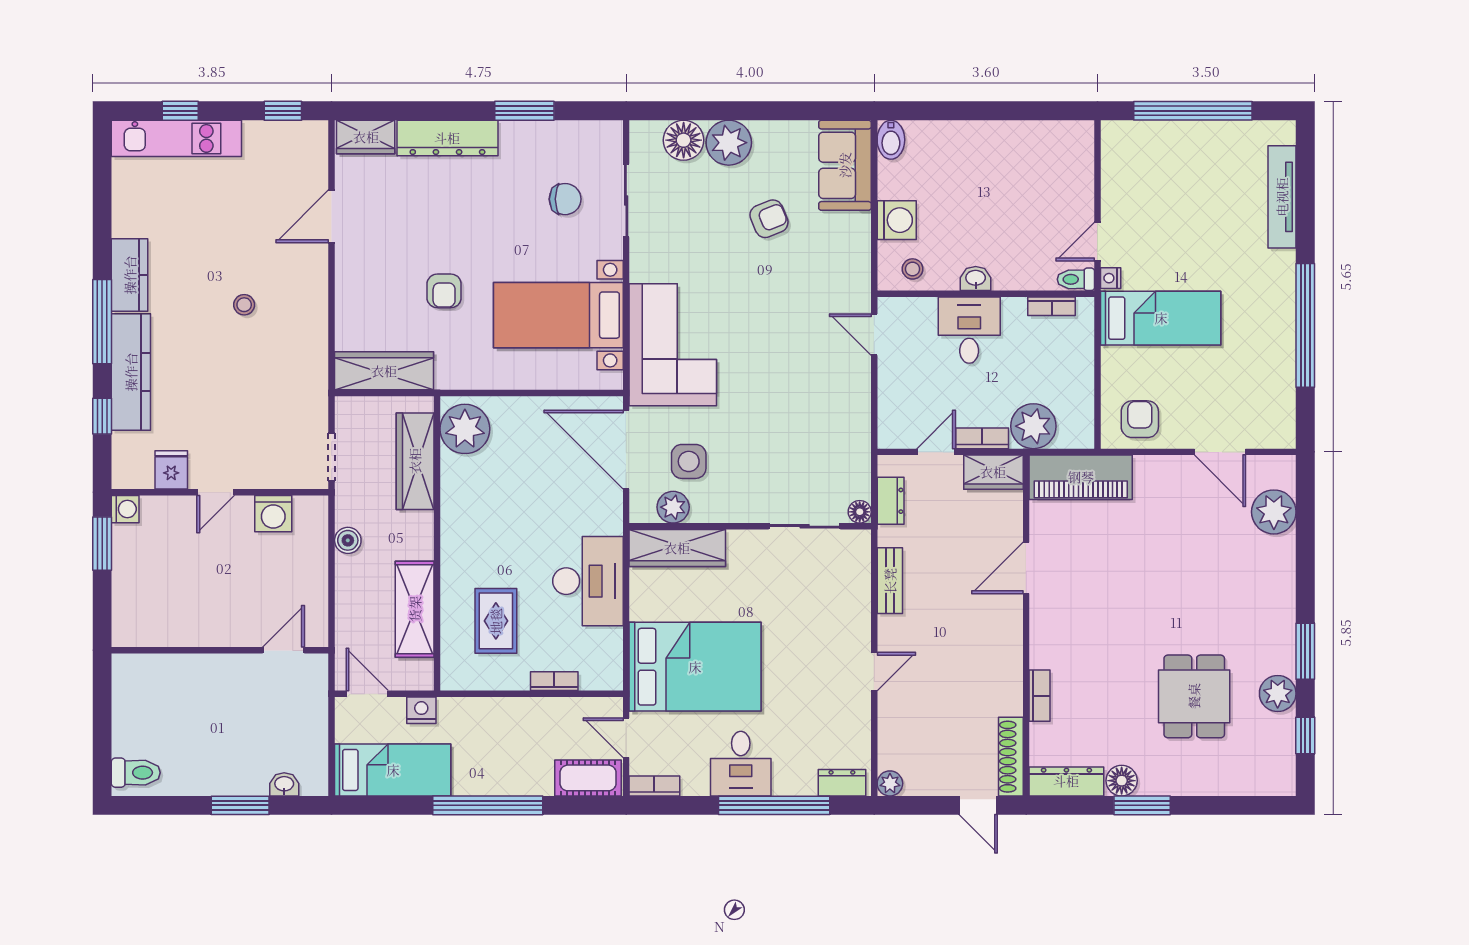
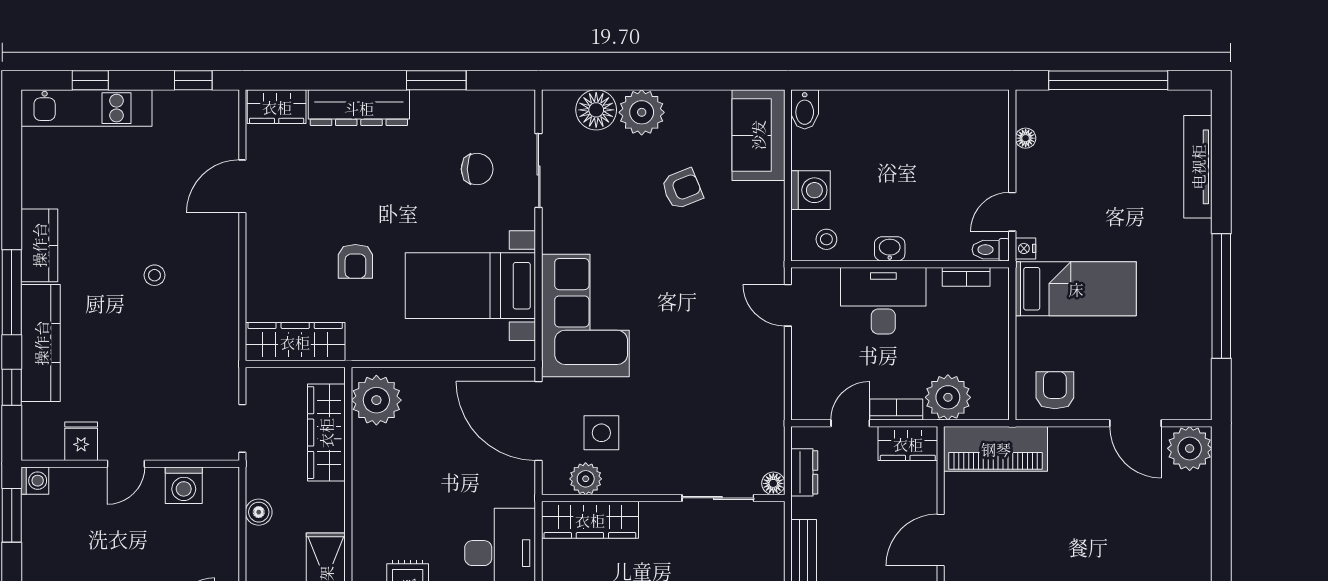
floor lamp: (1111, 168) -> (1026, 138), added
desk: (969, 330) -> (883, 301), width x1.37
plant: (1274, 512) -> (1190, 448), moved

